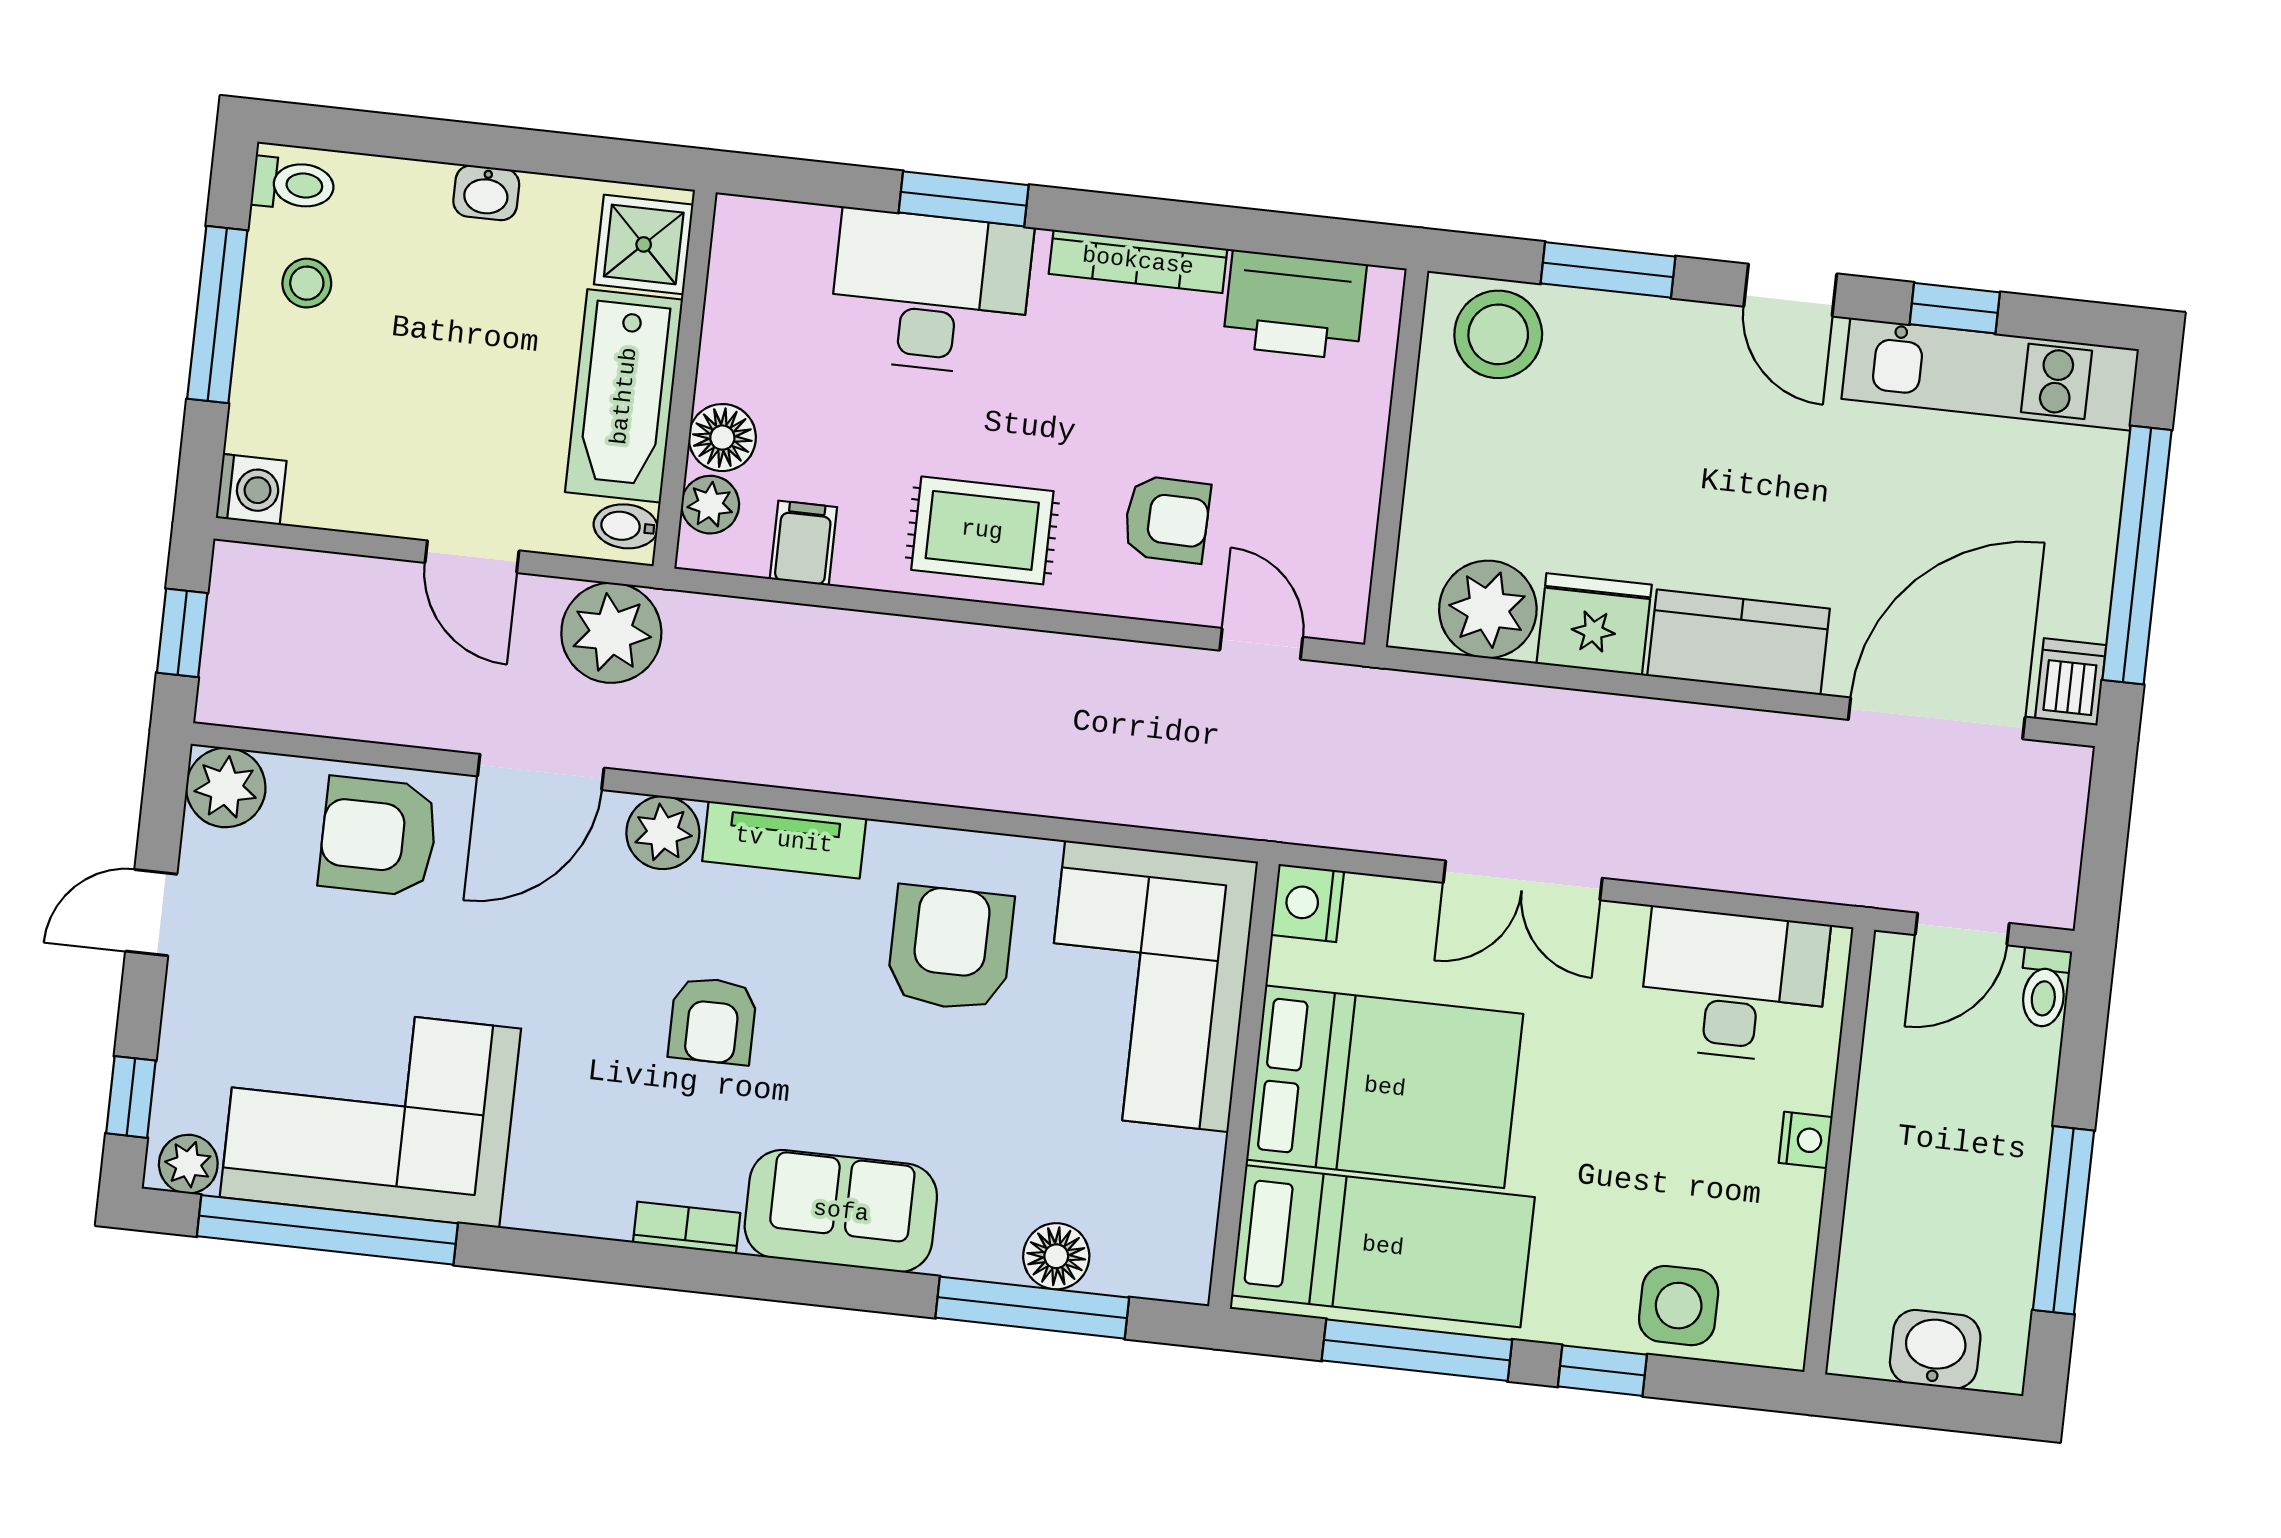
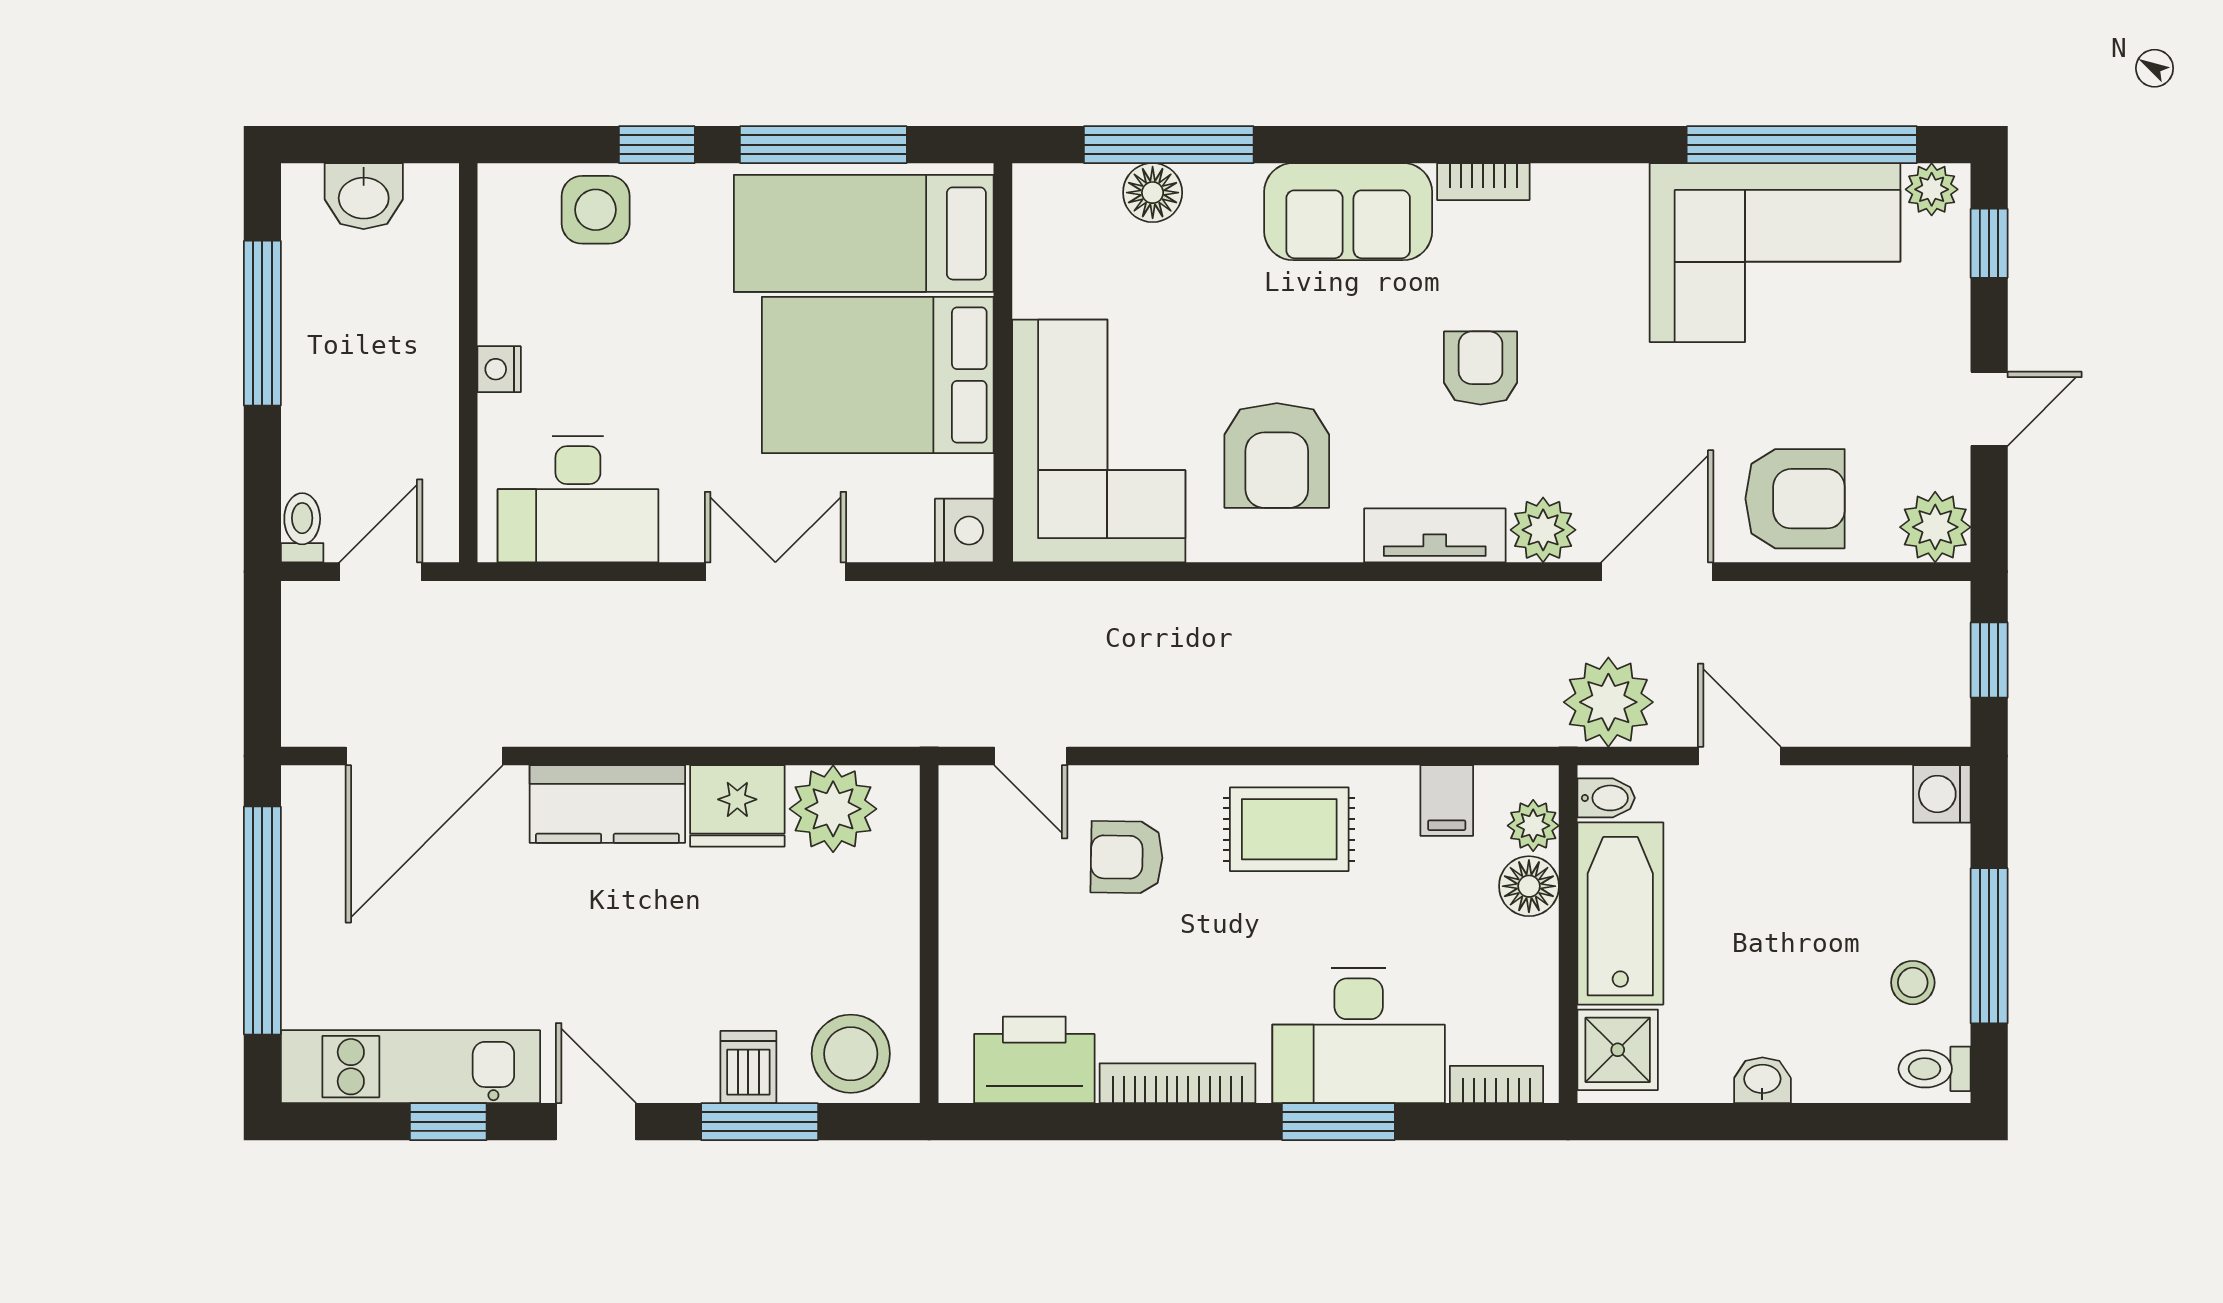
bookcase: (783, 221) -> (1496, 1085), added
dishwasher: (2071, 682) -> (748, 1067), moved, turned 180

